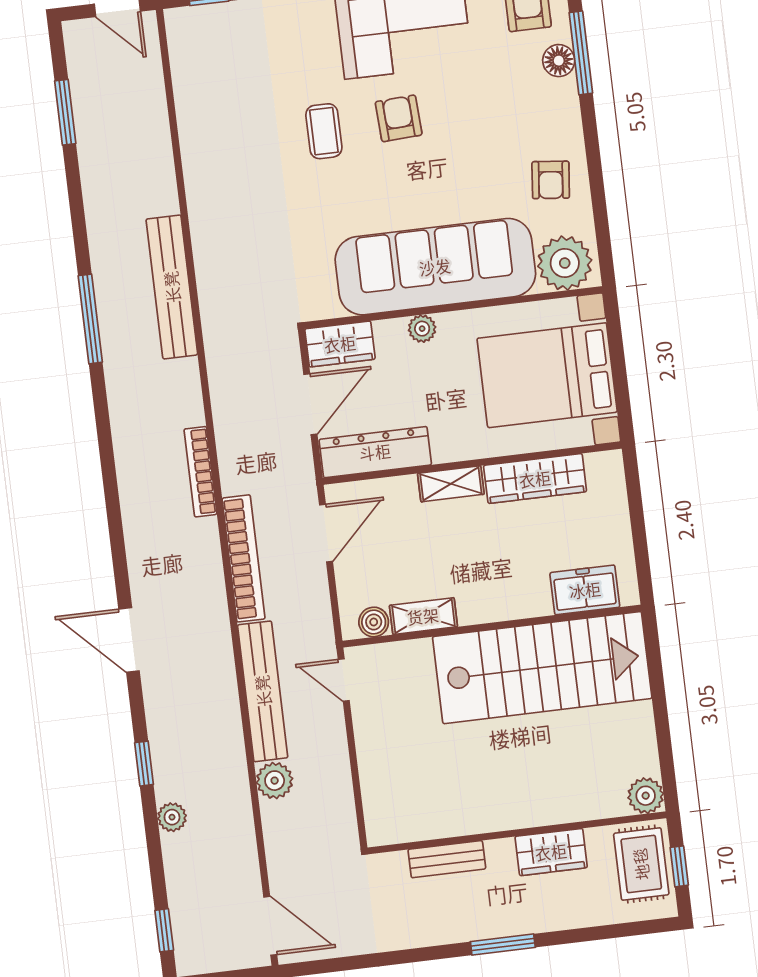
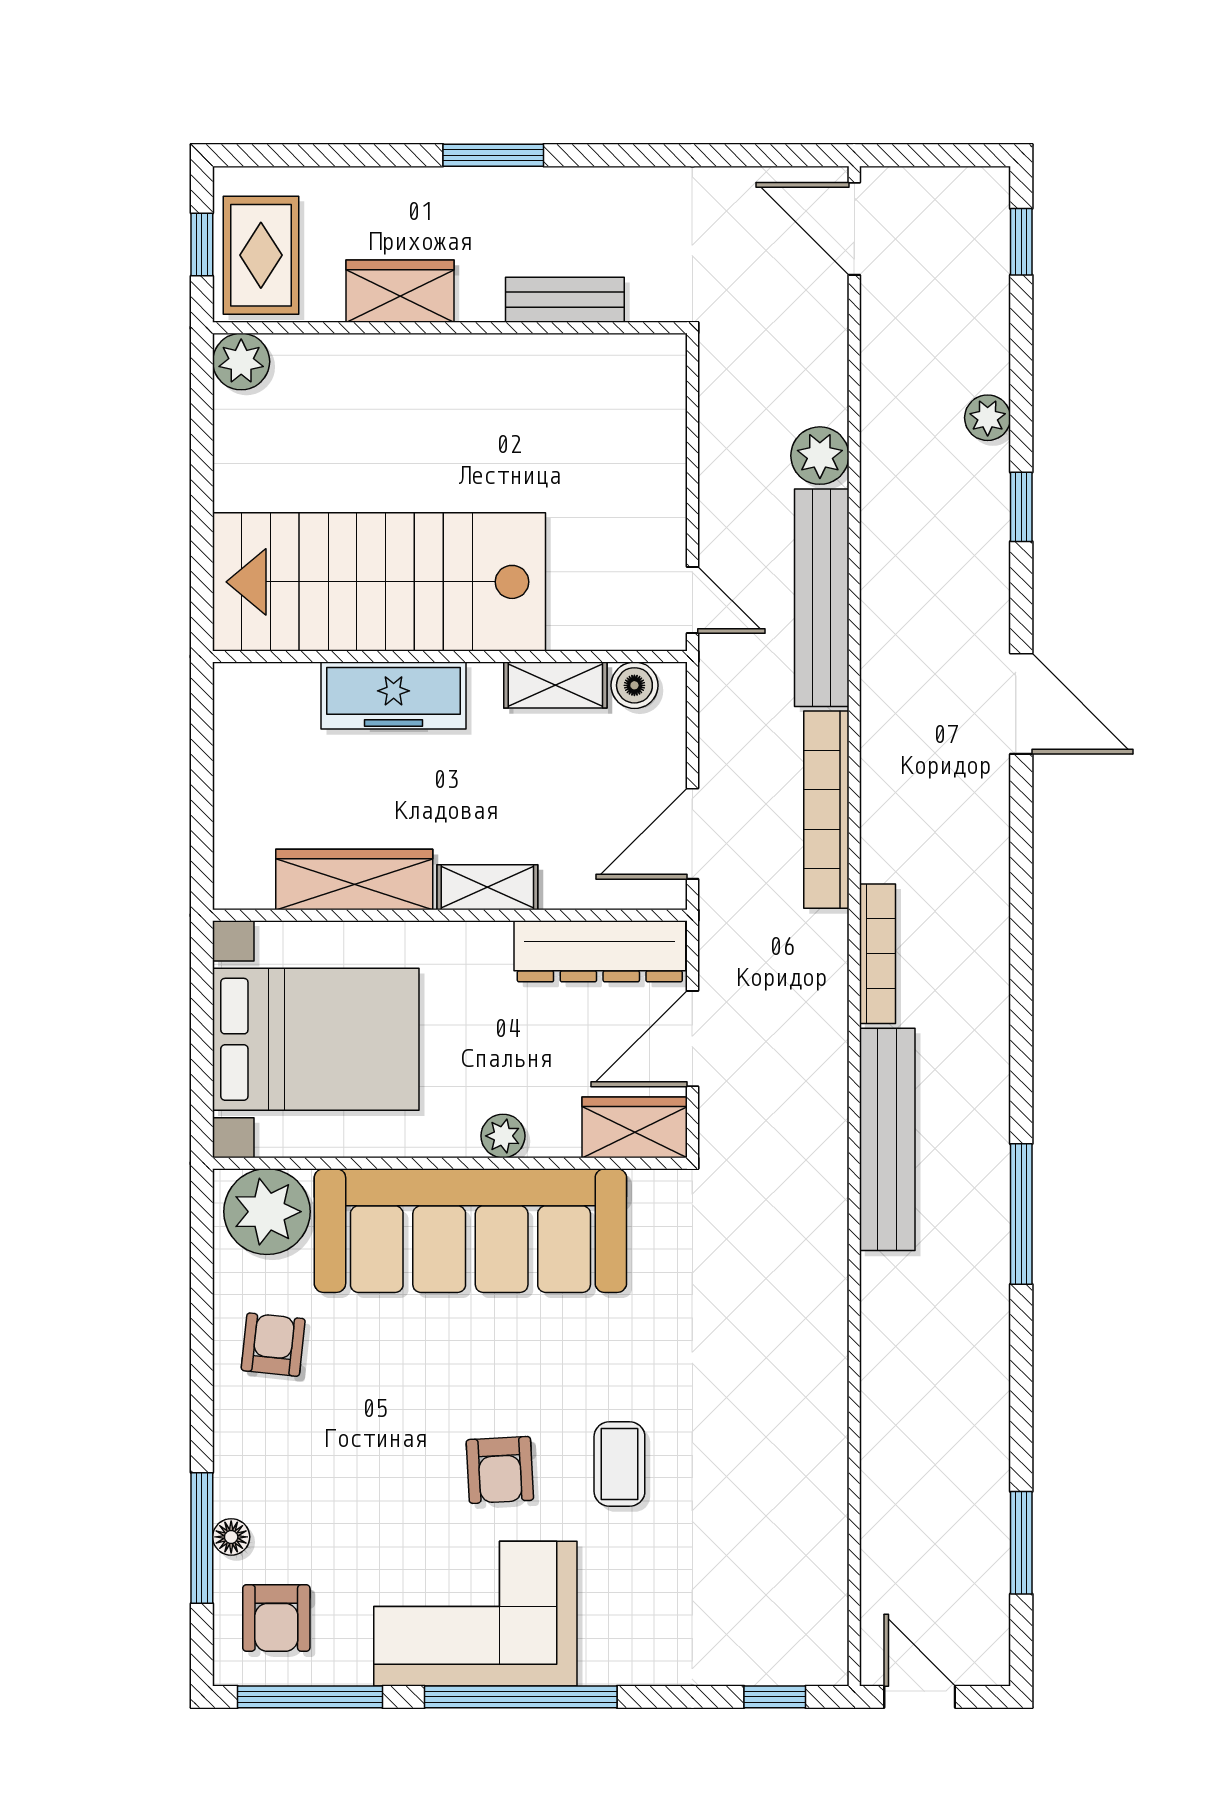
floor lamp: (559, 61) -> (231, 1537), width x0.73, depth x0.73
bench: (172, 287) -> (887, 1139), moved
freezer: (585, 590) -> (394, 696), moved, width x1.40

